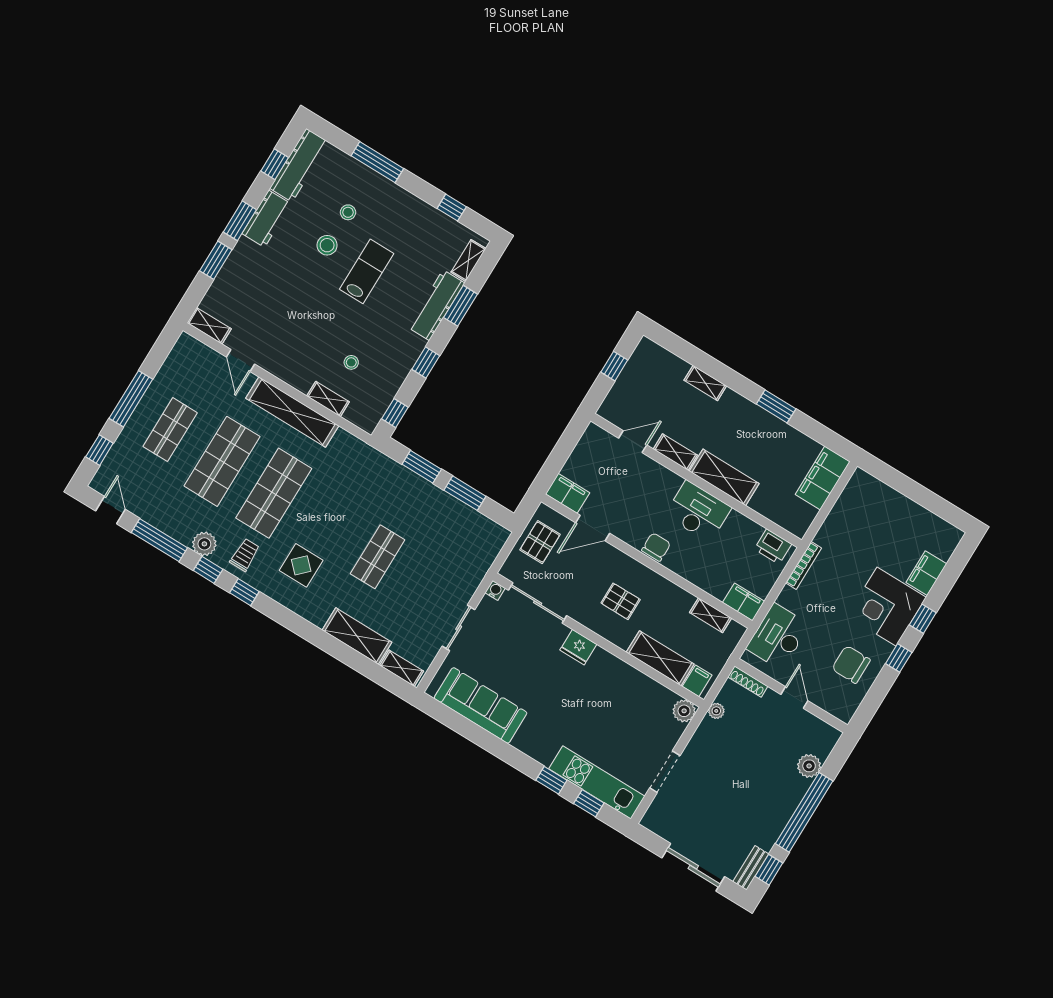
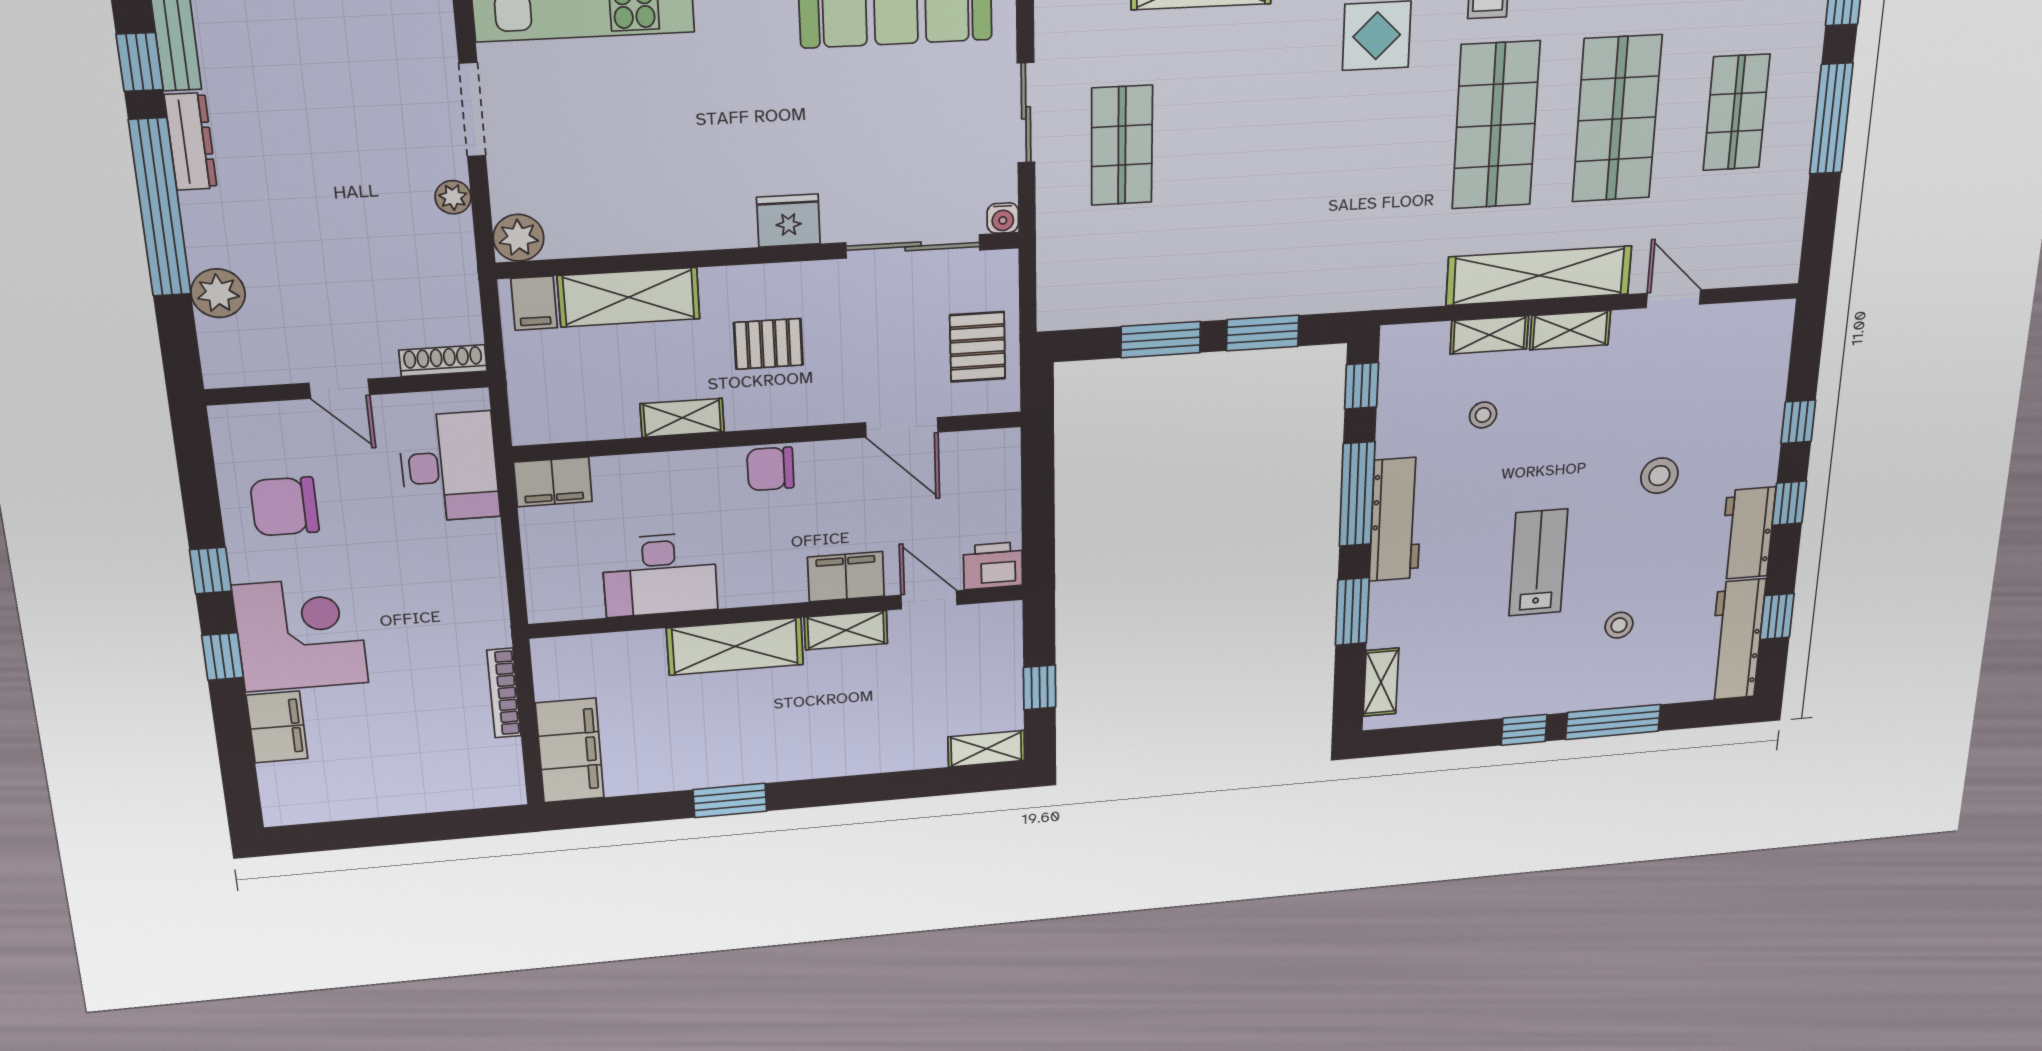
window: (452, 208) -> (1524, 730), moved
window: (240, 221) -> (1789, 503), width x0.67
stool: (327, 245) -> (1659, 476), moved
window: (216, 260) -> (1798, 422), width x0.67
lab bench: (367, 271) -> (1538, 563), turned 180
workbench: (436, 305) -> (1396, 519), moved
shelving: (209, 326) -> (1570, 330), moved
window: (426, 363) -> (1357, 494), width x2.17
shelving: (705, 383) -> (986, 749), moved
door: (633, 442) -> (929, 600), swing flipped
filing cabinet: (568, 493) -> (846, 577), moved, turned 180
desk: (698, 511) -> (660, 575), moved
door: (593, 528) -> (902, 427), swing flipped
chair: (656, 547) -> (770, 469), turned 90
printer: (773, 547) -> (993, 566), moved
shop shelf: (378, 557) -> (1122, 145), moved
bookcase: (803, 565) -> (504, 693), moved
shelving: (711, 615) -> (682, 418), moved
chair: (851, 664) -> (285, 506), turned 180
plant: (716, 711) -> (453, 197), moved
dresser: (774, 829) -> (191, 142), added

